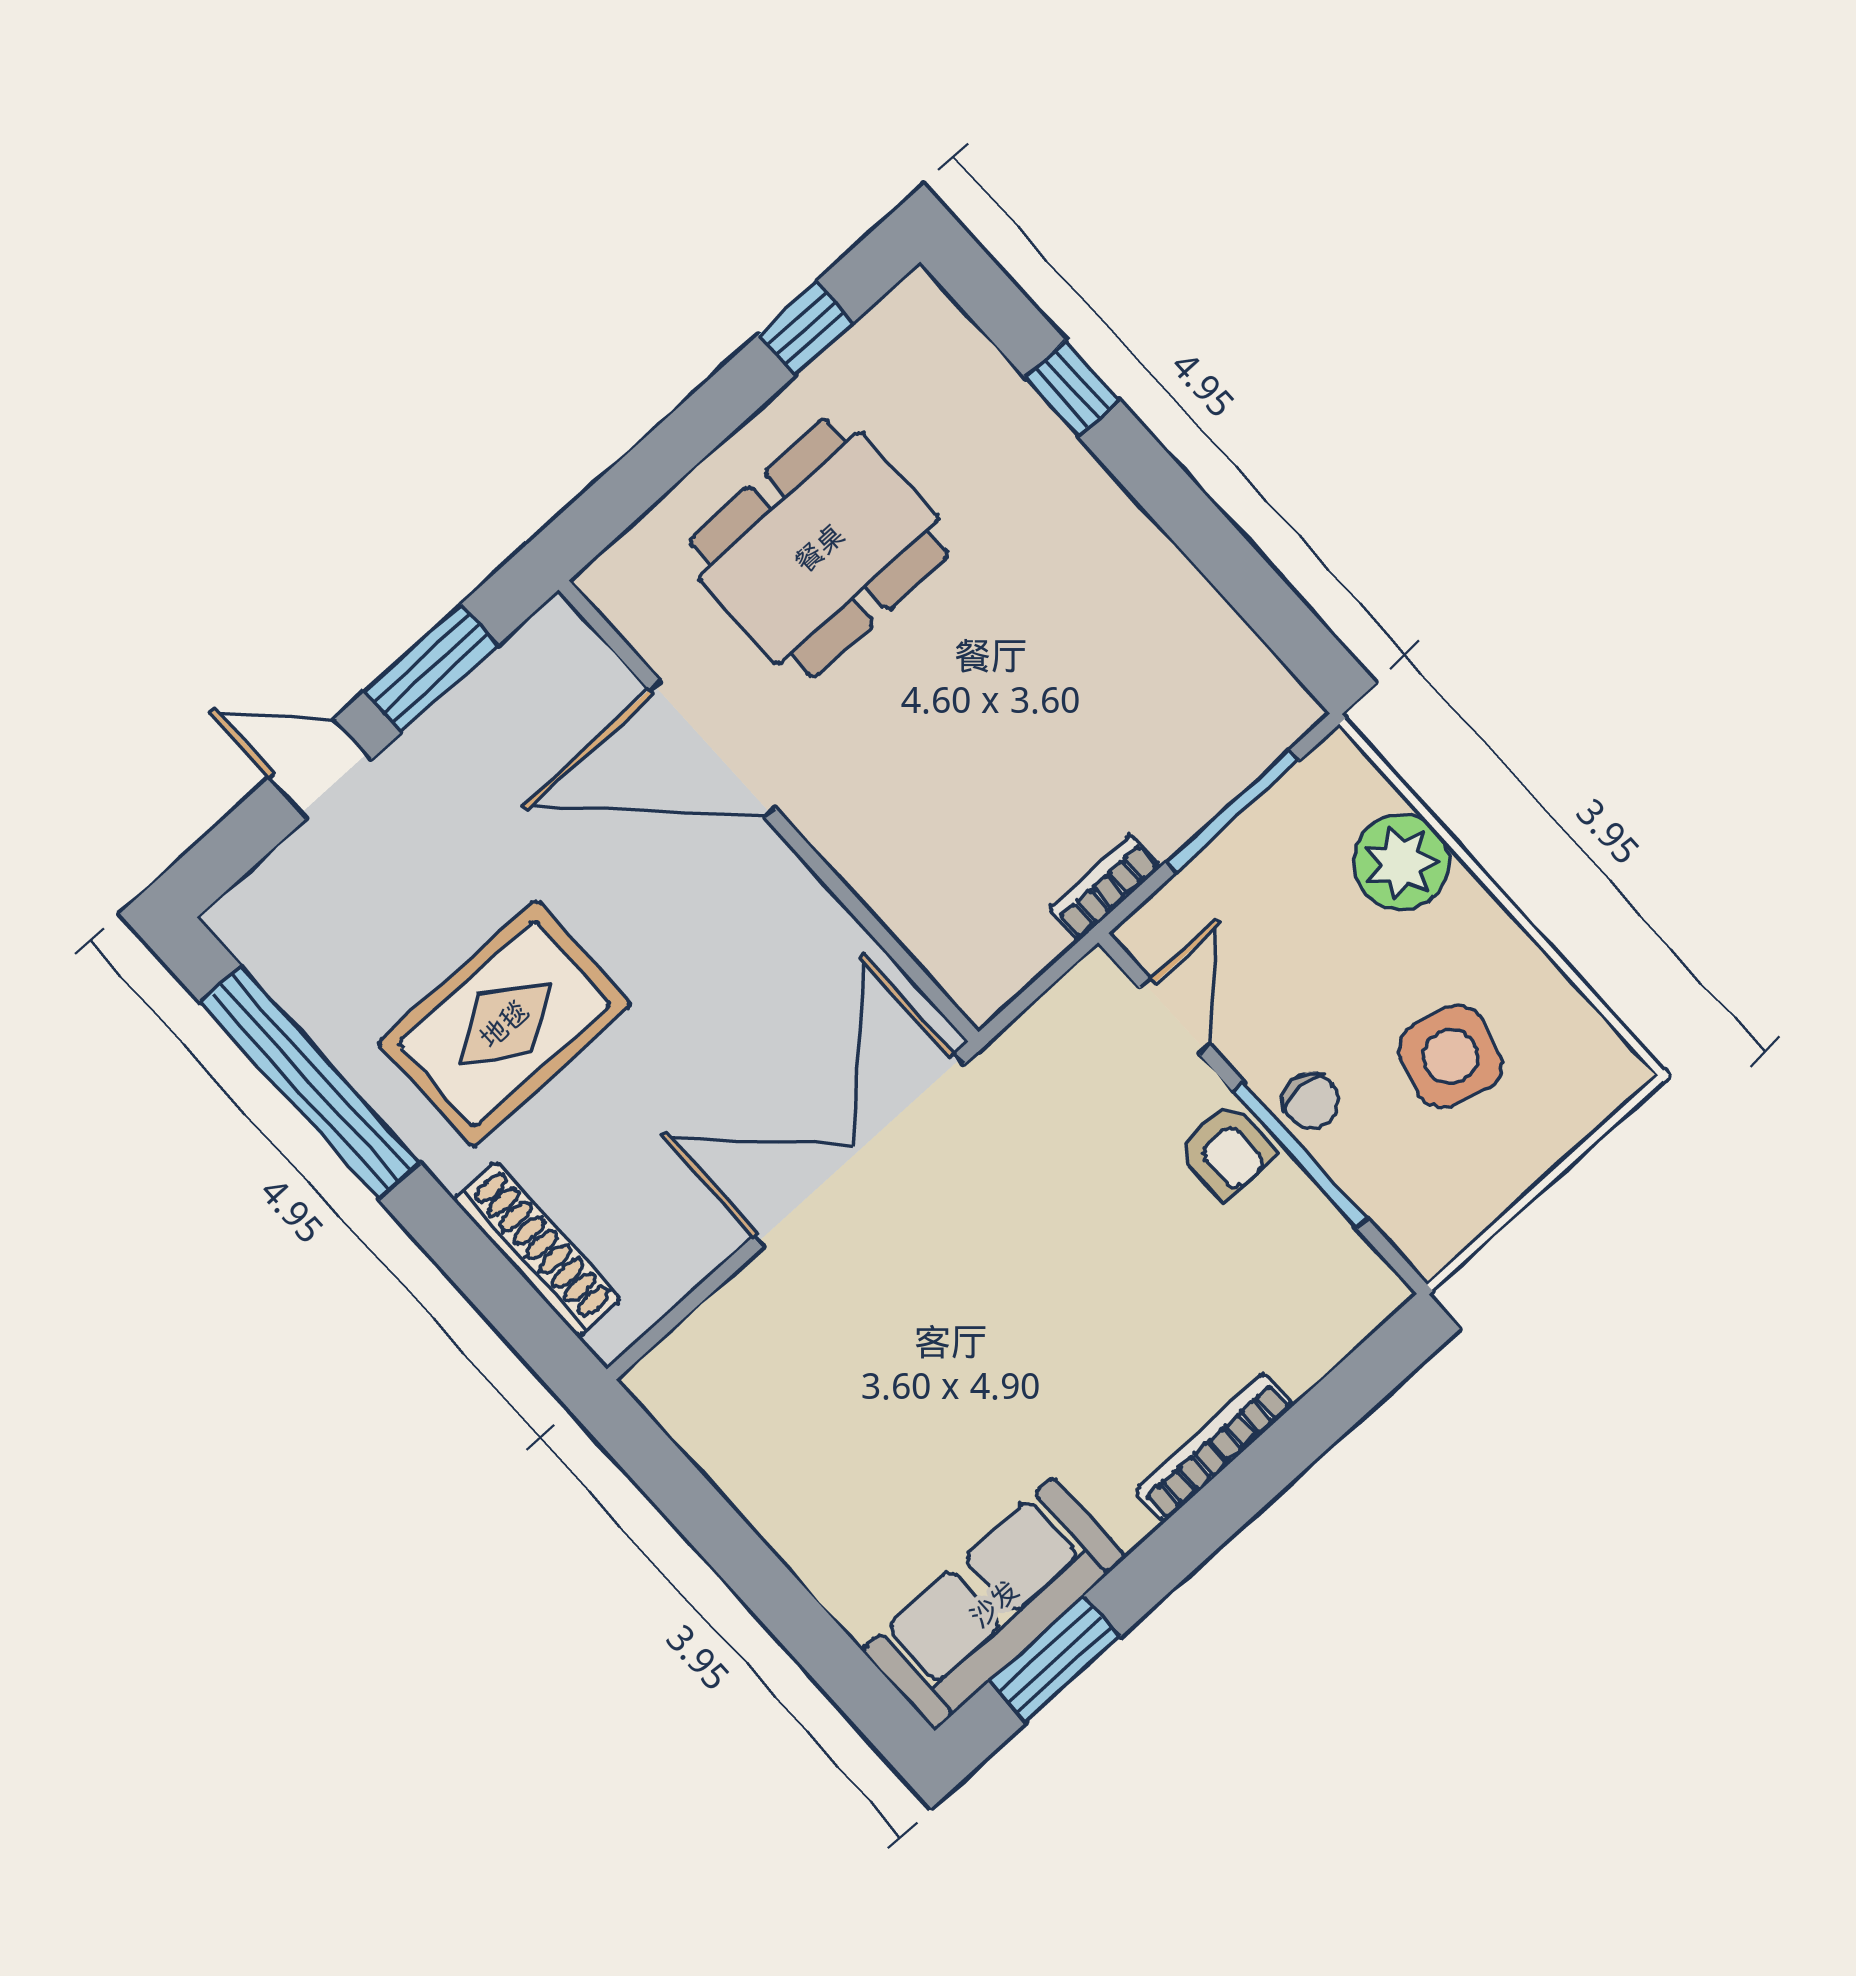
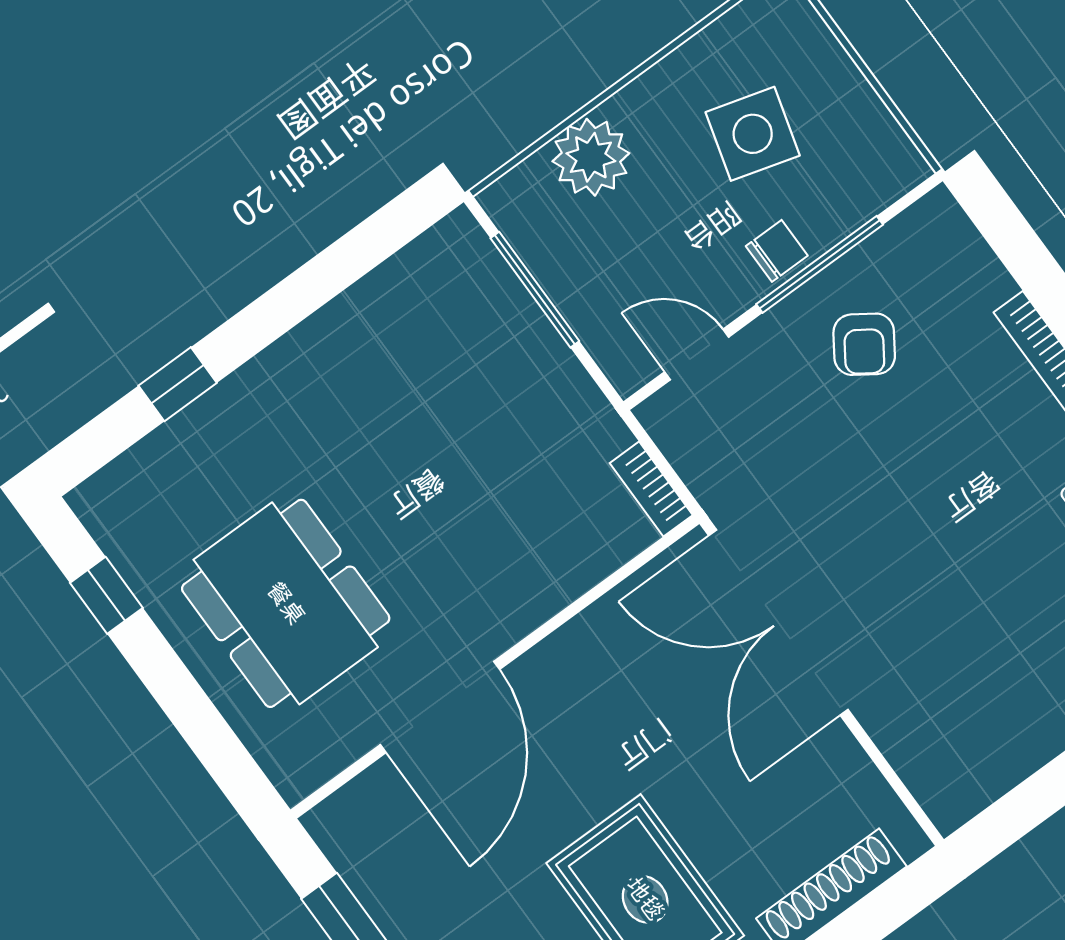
bookcase: (1105, 888) -> (651, 489), moved
armchair: (1226, 1150) -> (864, 344), moved, turned 124

